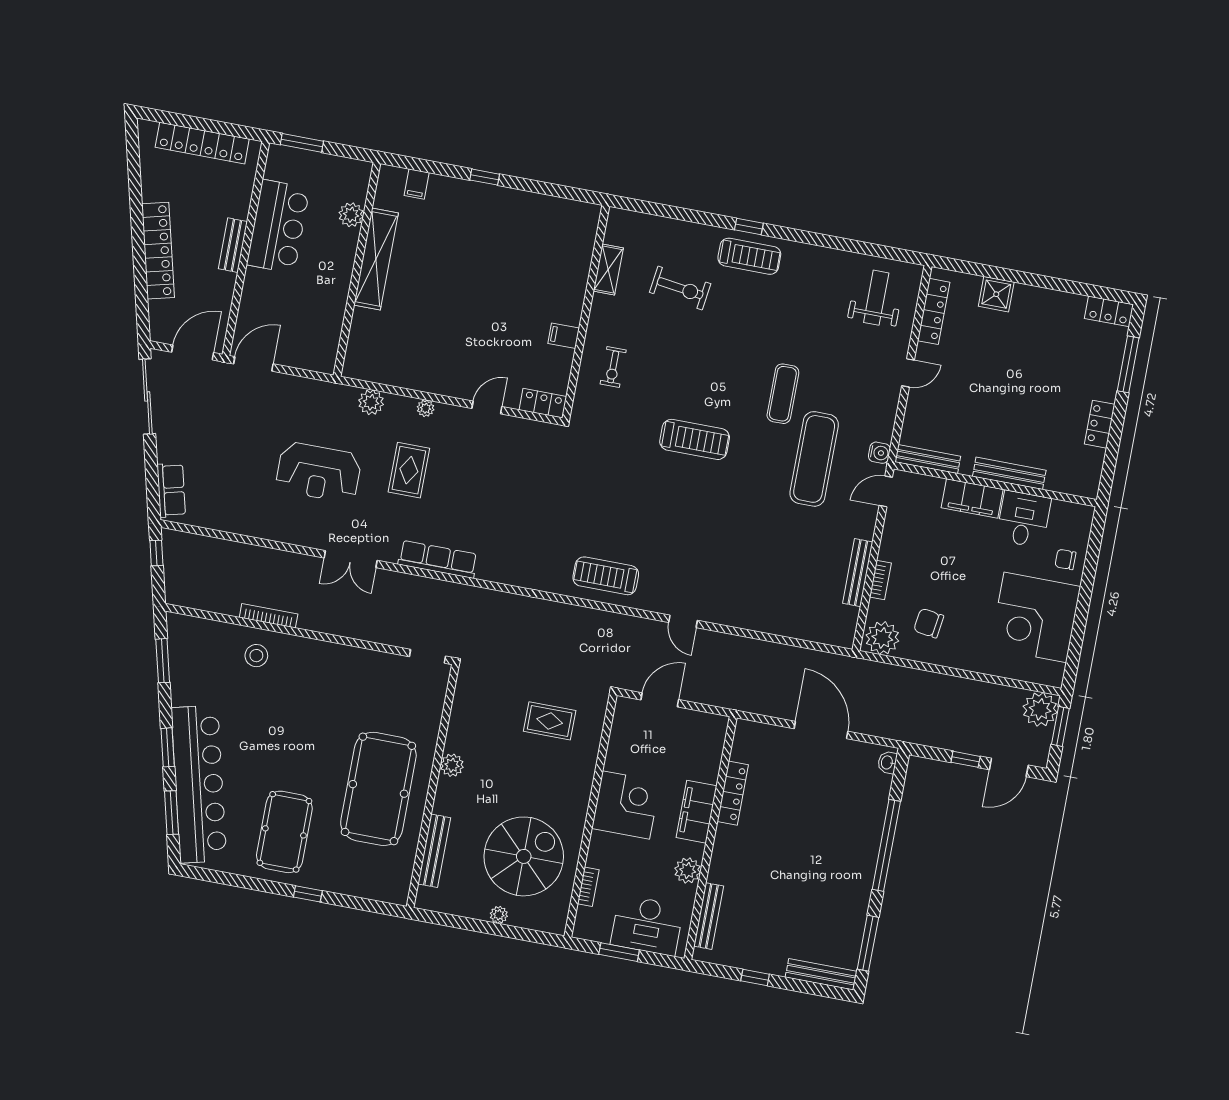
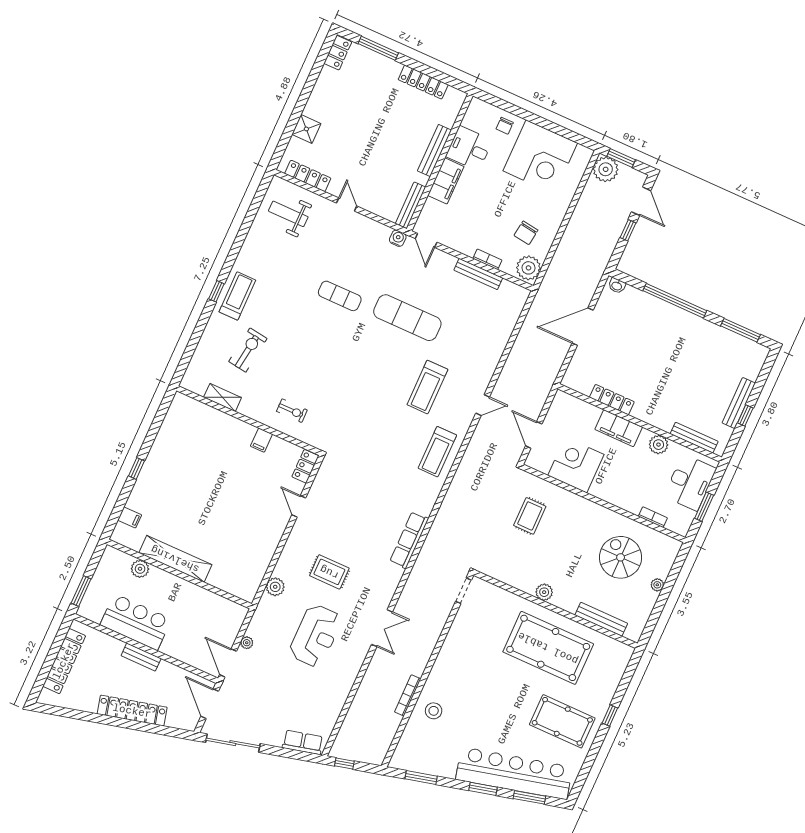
plant: (426, 408) -> (247, 643), moved
locker: (1100, 424) -> (423, 82), width x1.53
treadmill: (695, 439) -> (427, 387), moved, turned 180
exercise mat: (814, 459) -> (407, 318), moved
row of seats: (438, 559) -> (409, 540), moved
corner desk: (626, 805) -> (576, 465), moved
spiral stairs: (524, 856) -> (621, 557), width x0.73, depth x0.73
bench: (821, 974) -> (739, 403), moved

